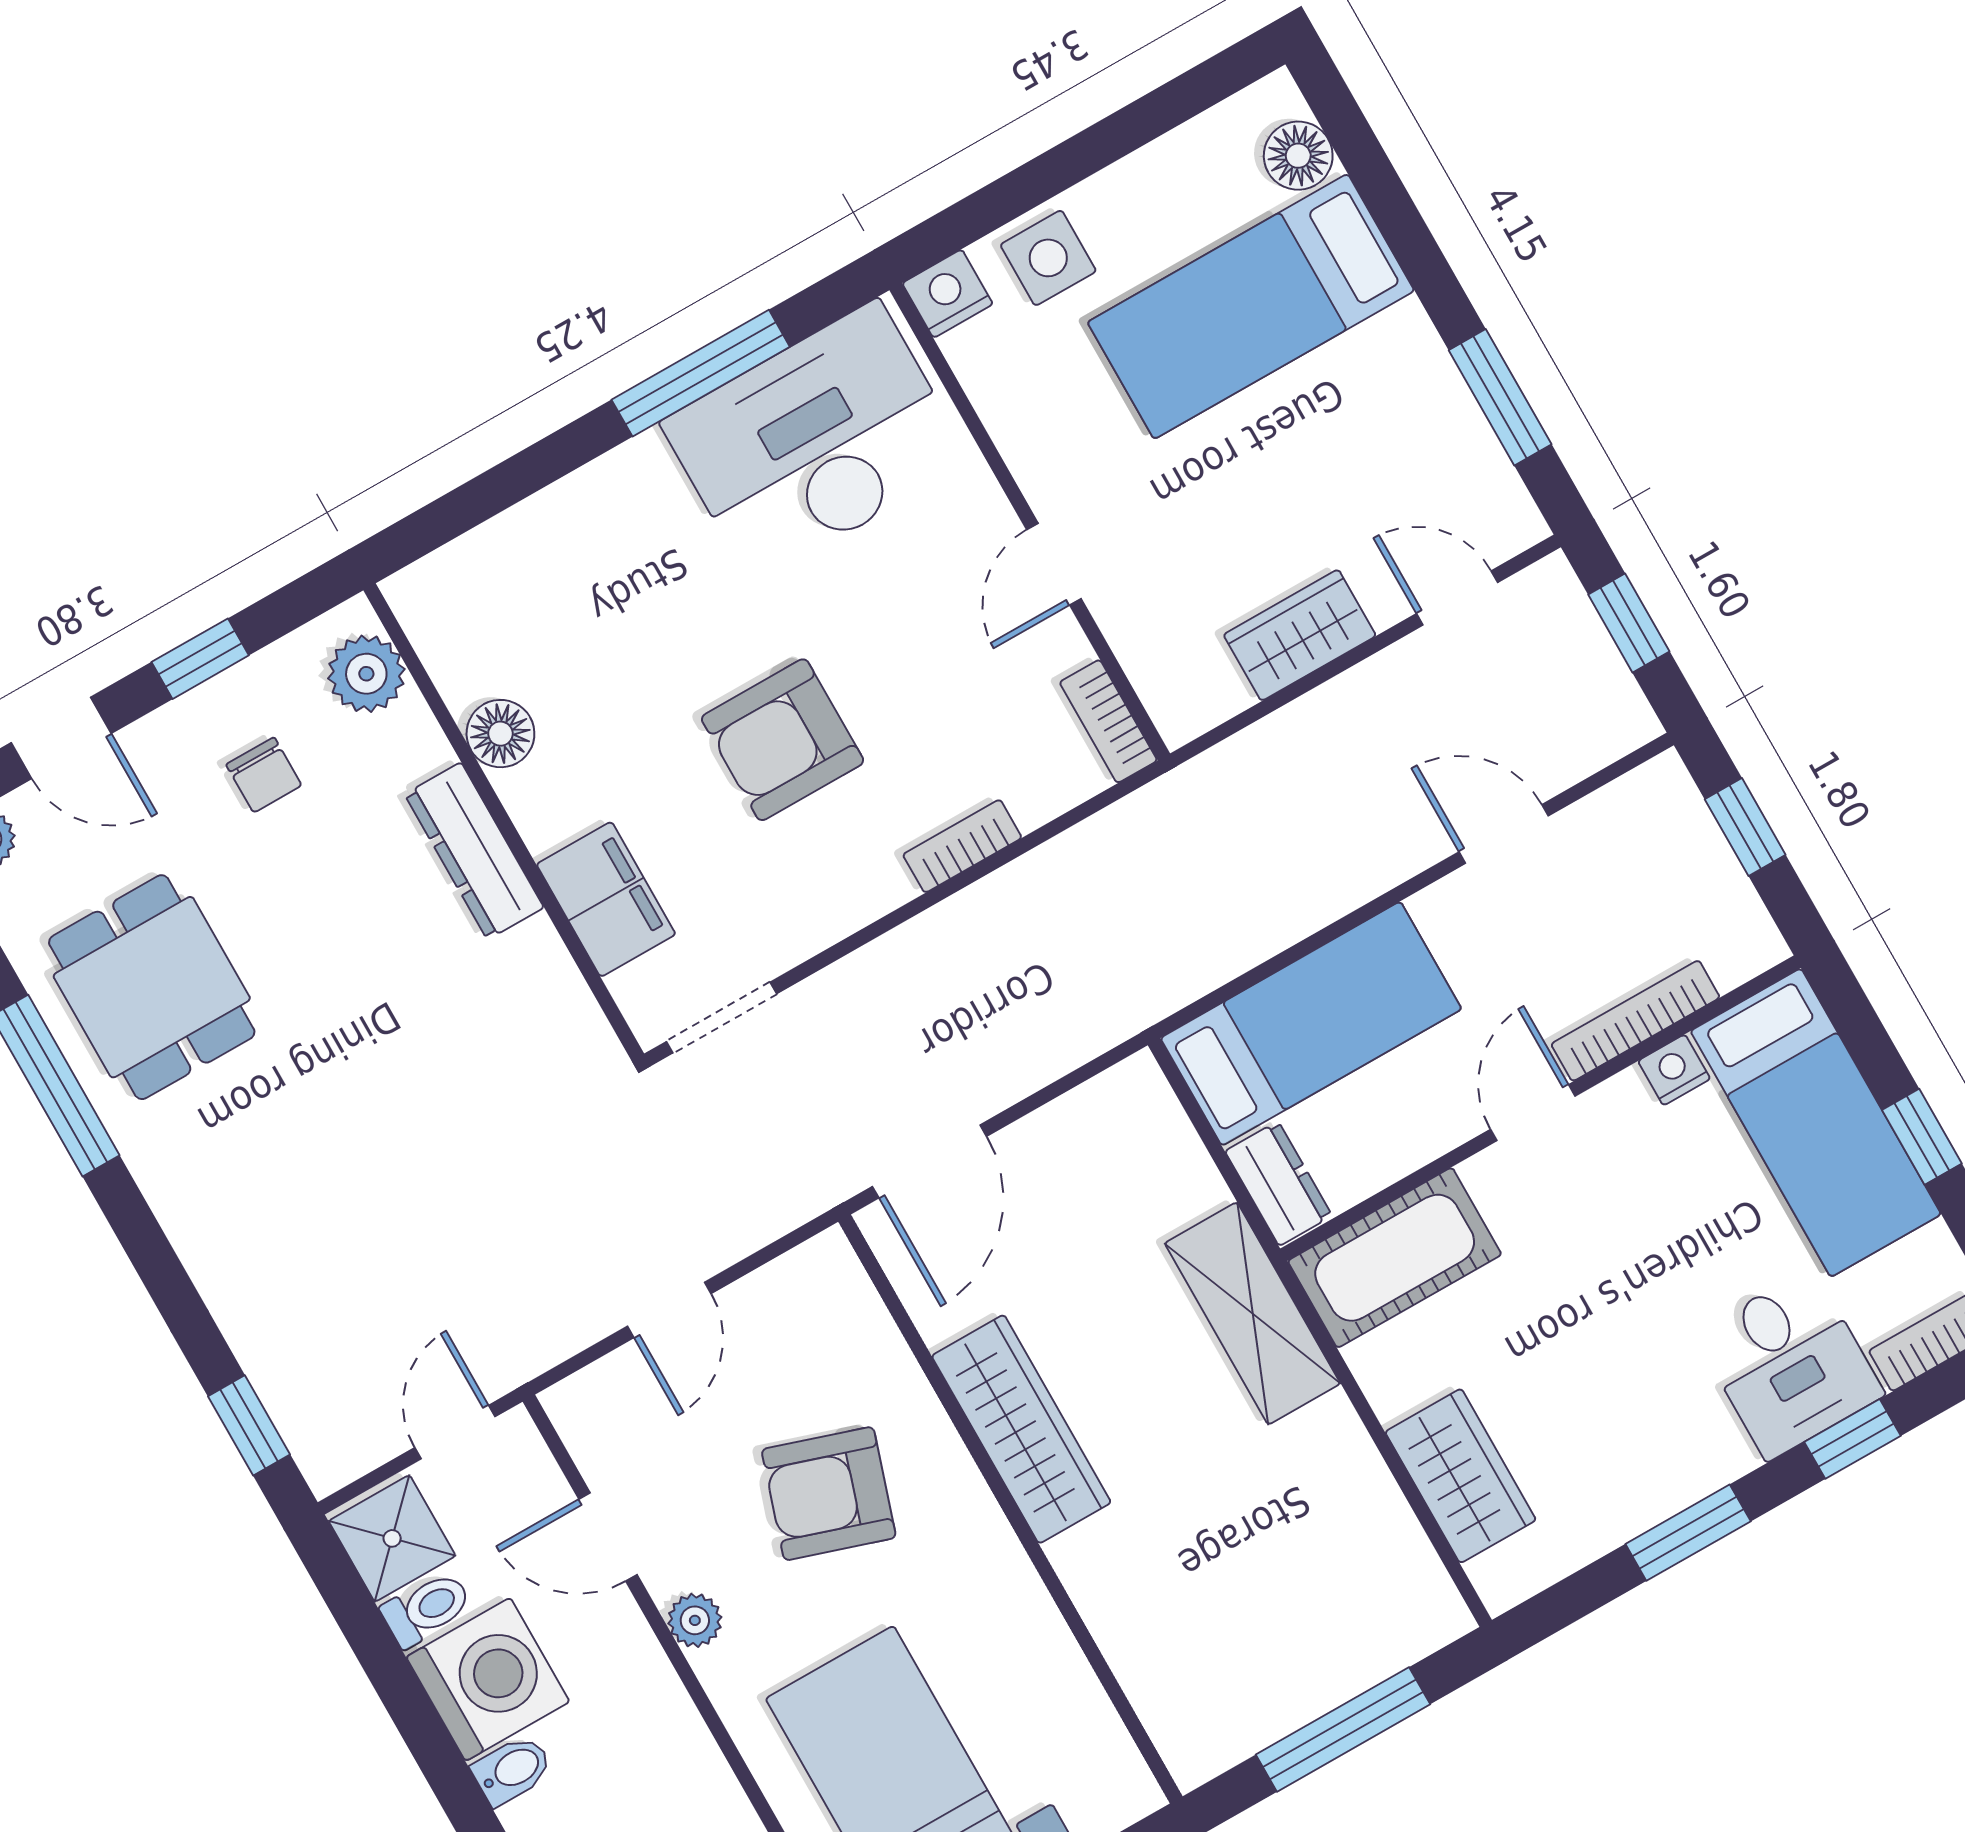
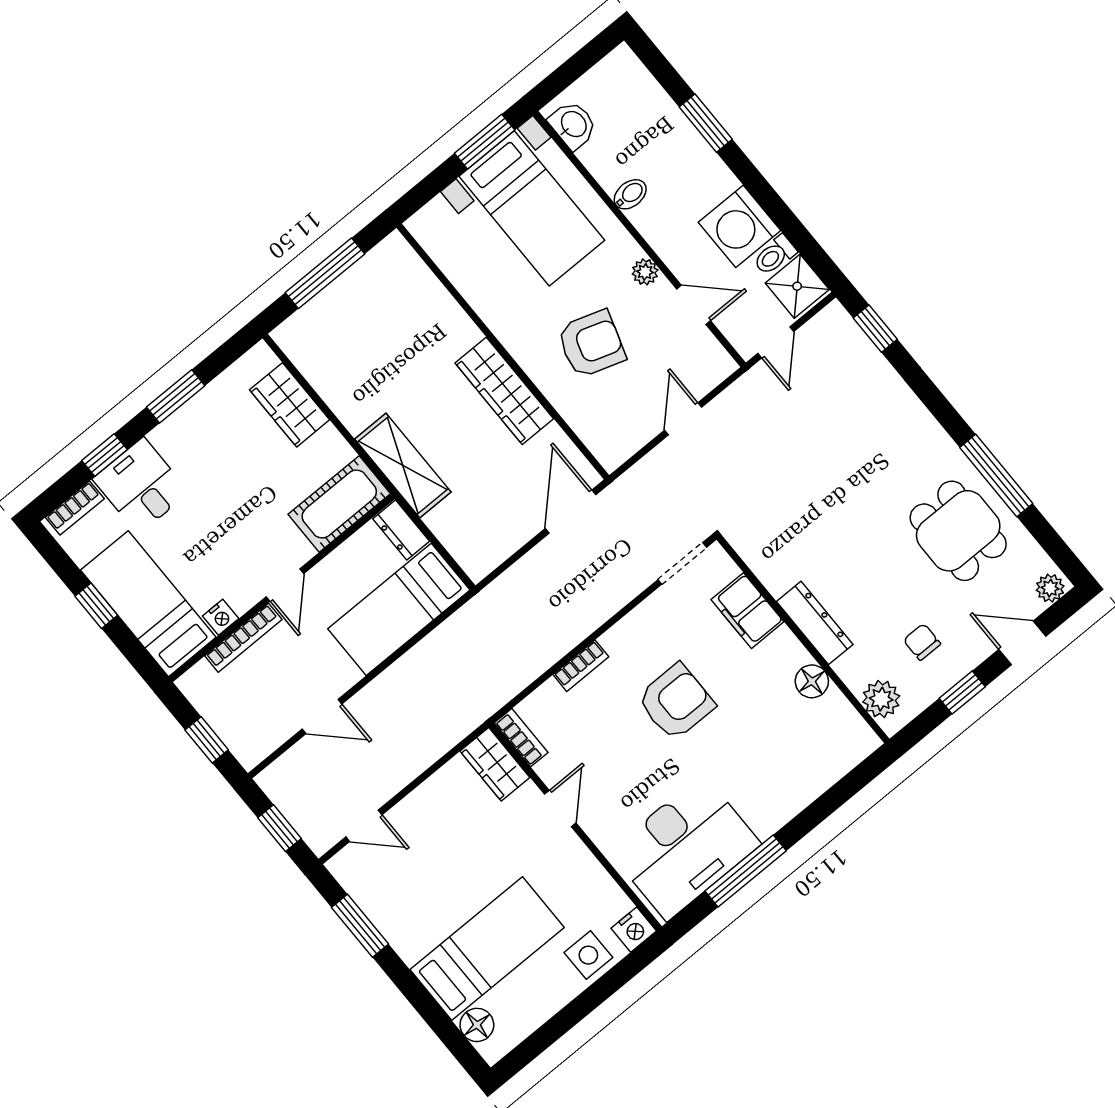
wardrobe: (1300, 635) -> (495, 764), moved, turned 90
bidet: (512, 1770) -> (630, 194), moved, turned 180

